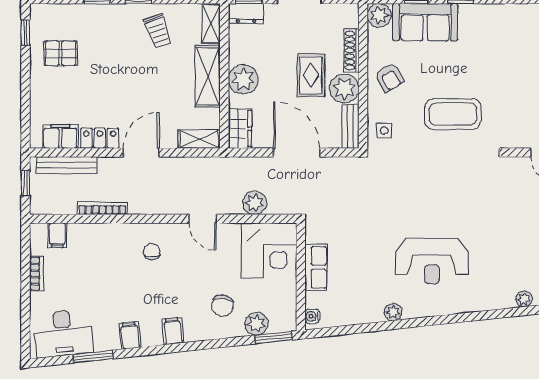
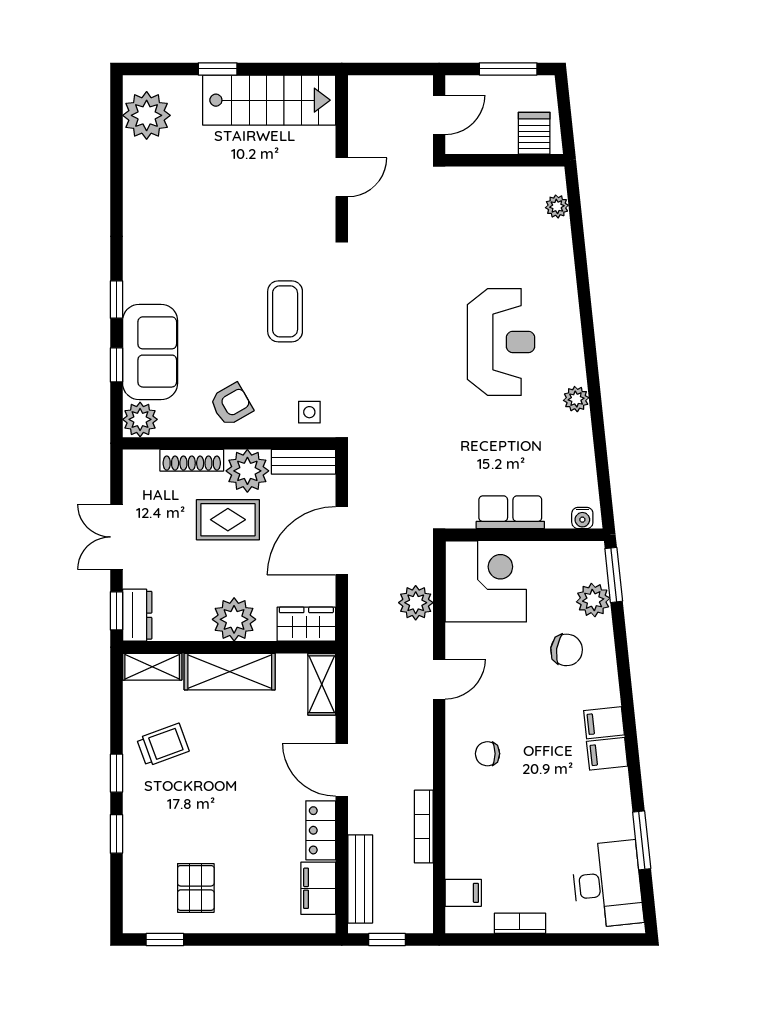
coffee table: (453, 114) -> (285, 311), width x0.73, depth x0.76
filing cabinet: (130, 335) -> (607, 754), moved

